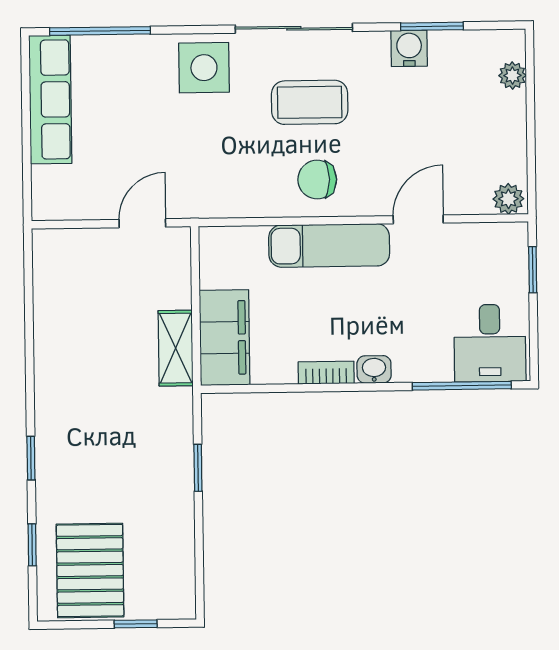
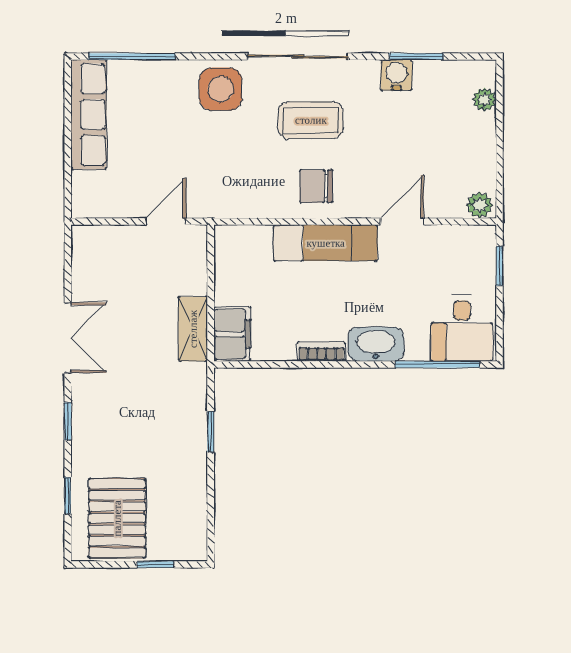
filing cabinet: (225, 338) -> (232, 334), width x0.67, depth x0.86
double door: (30, 360) -> (68, 338), added
washbasin: (374, 369) -> (376, 344), width x1.91, depth x1.45

